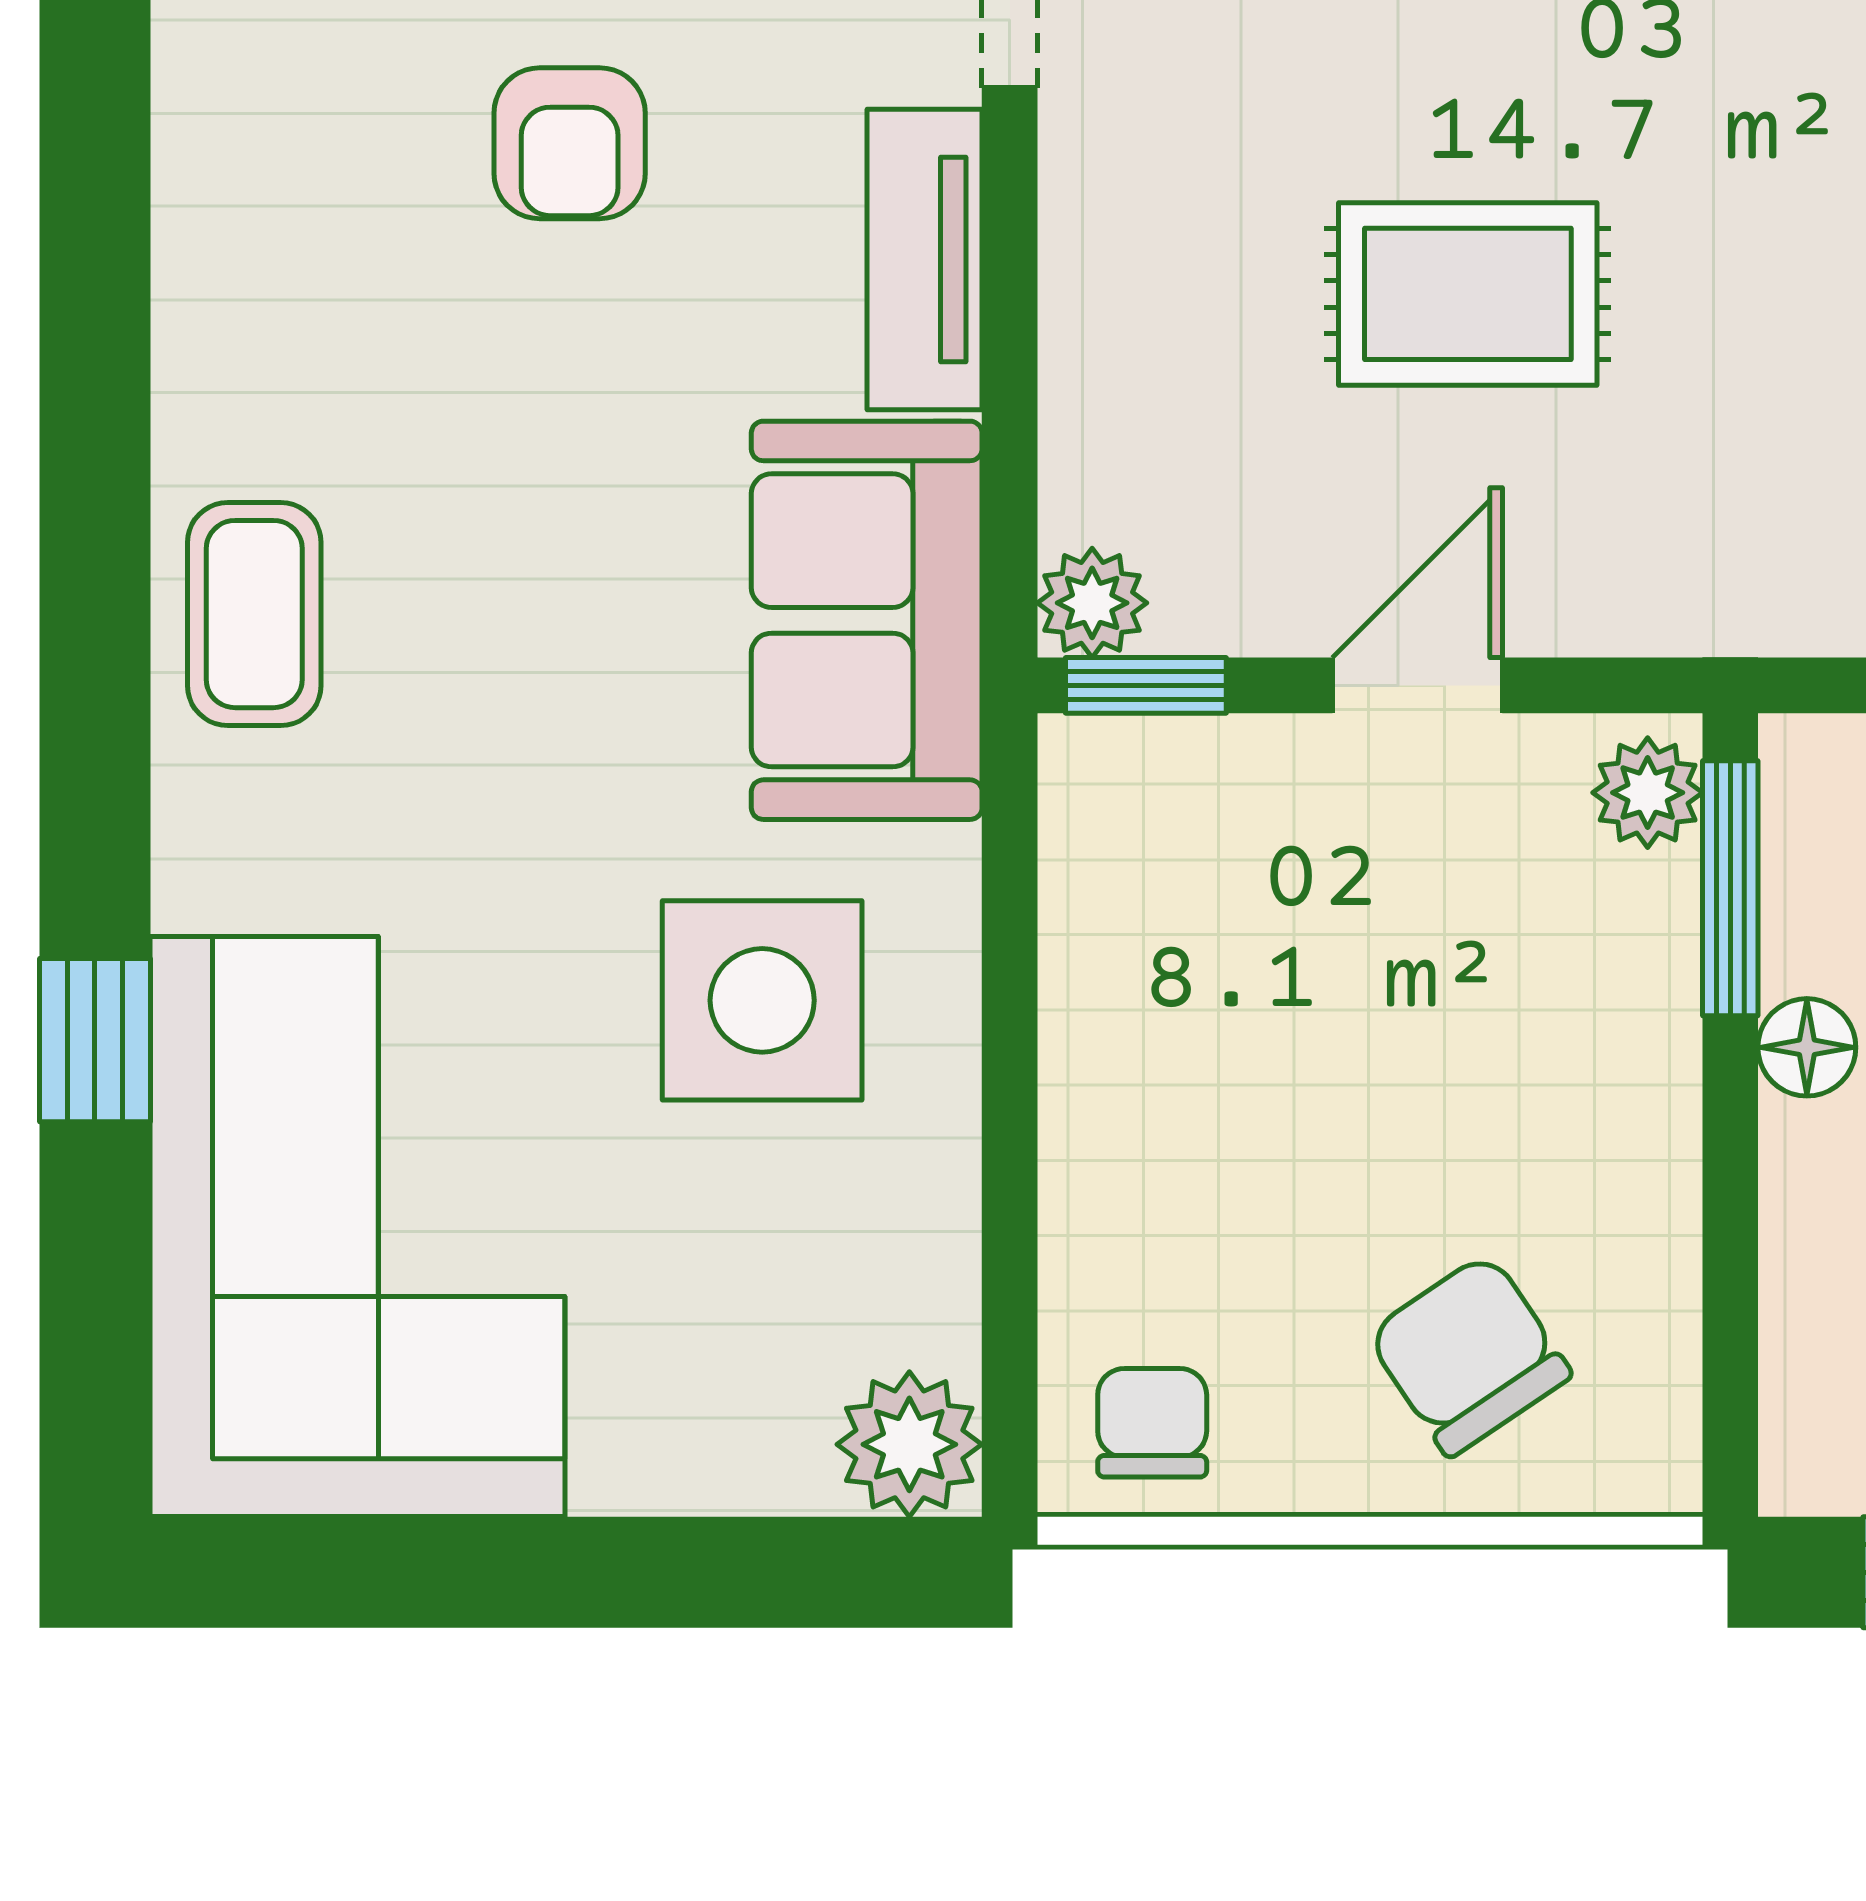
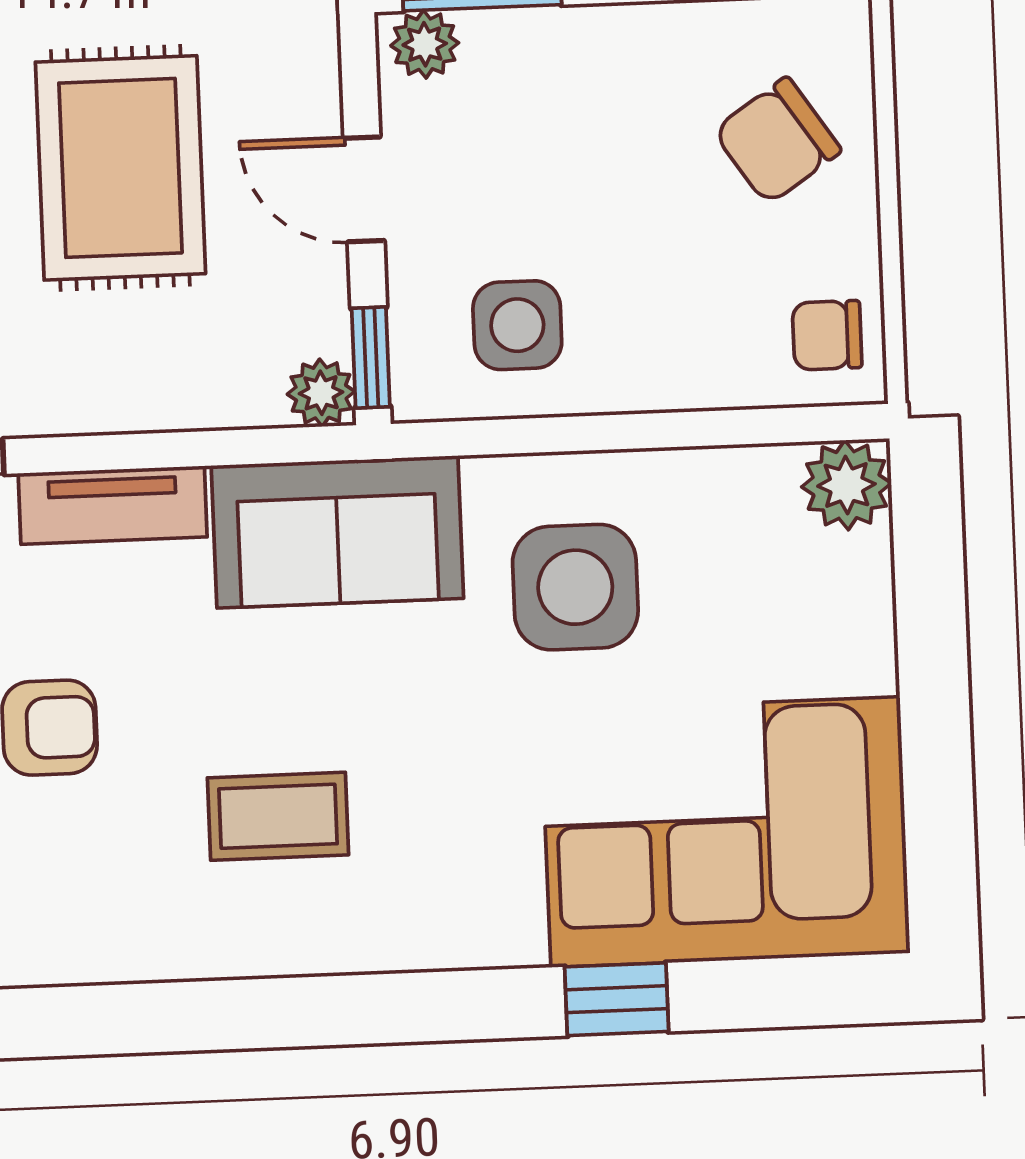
rug: (1468, 294) -> (120, 168), width x1.36, depth x1.43
coffee table: (254, 614) -> (278, 816), moved
side table: (1188, 924) -> (517, 325), added

